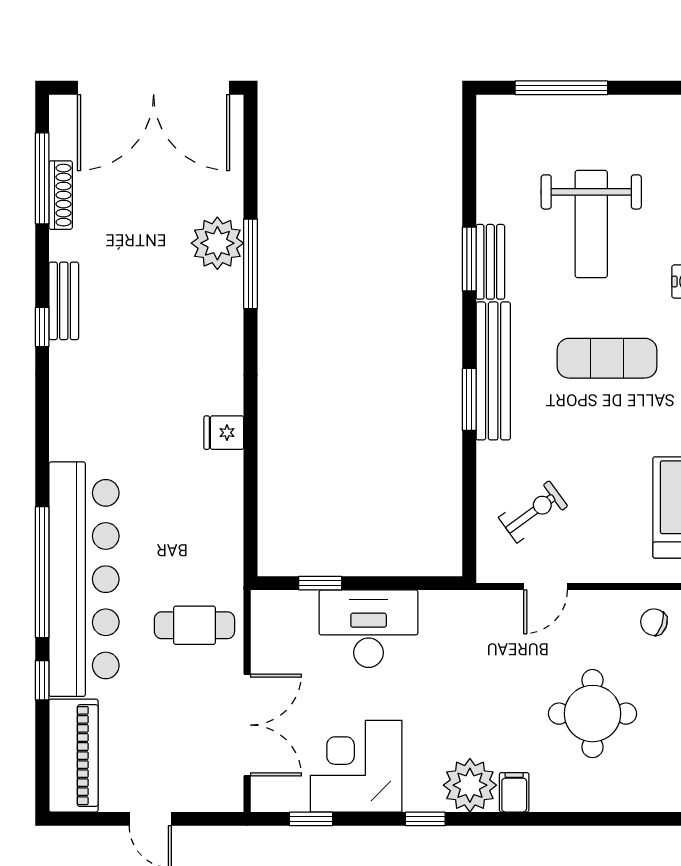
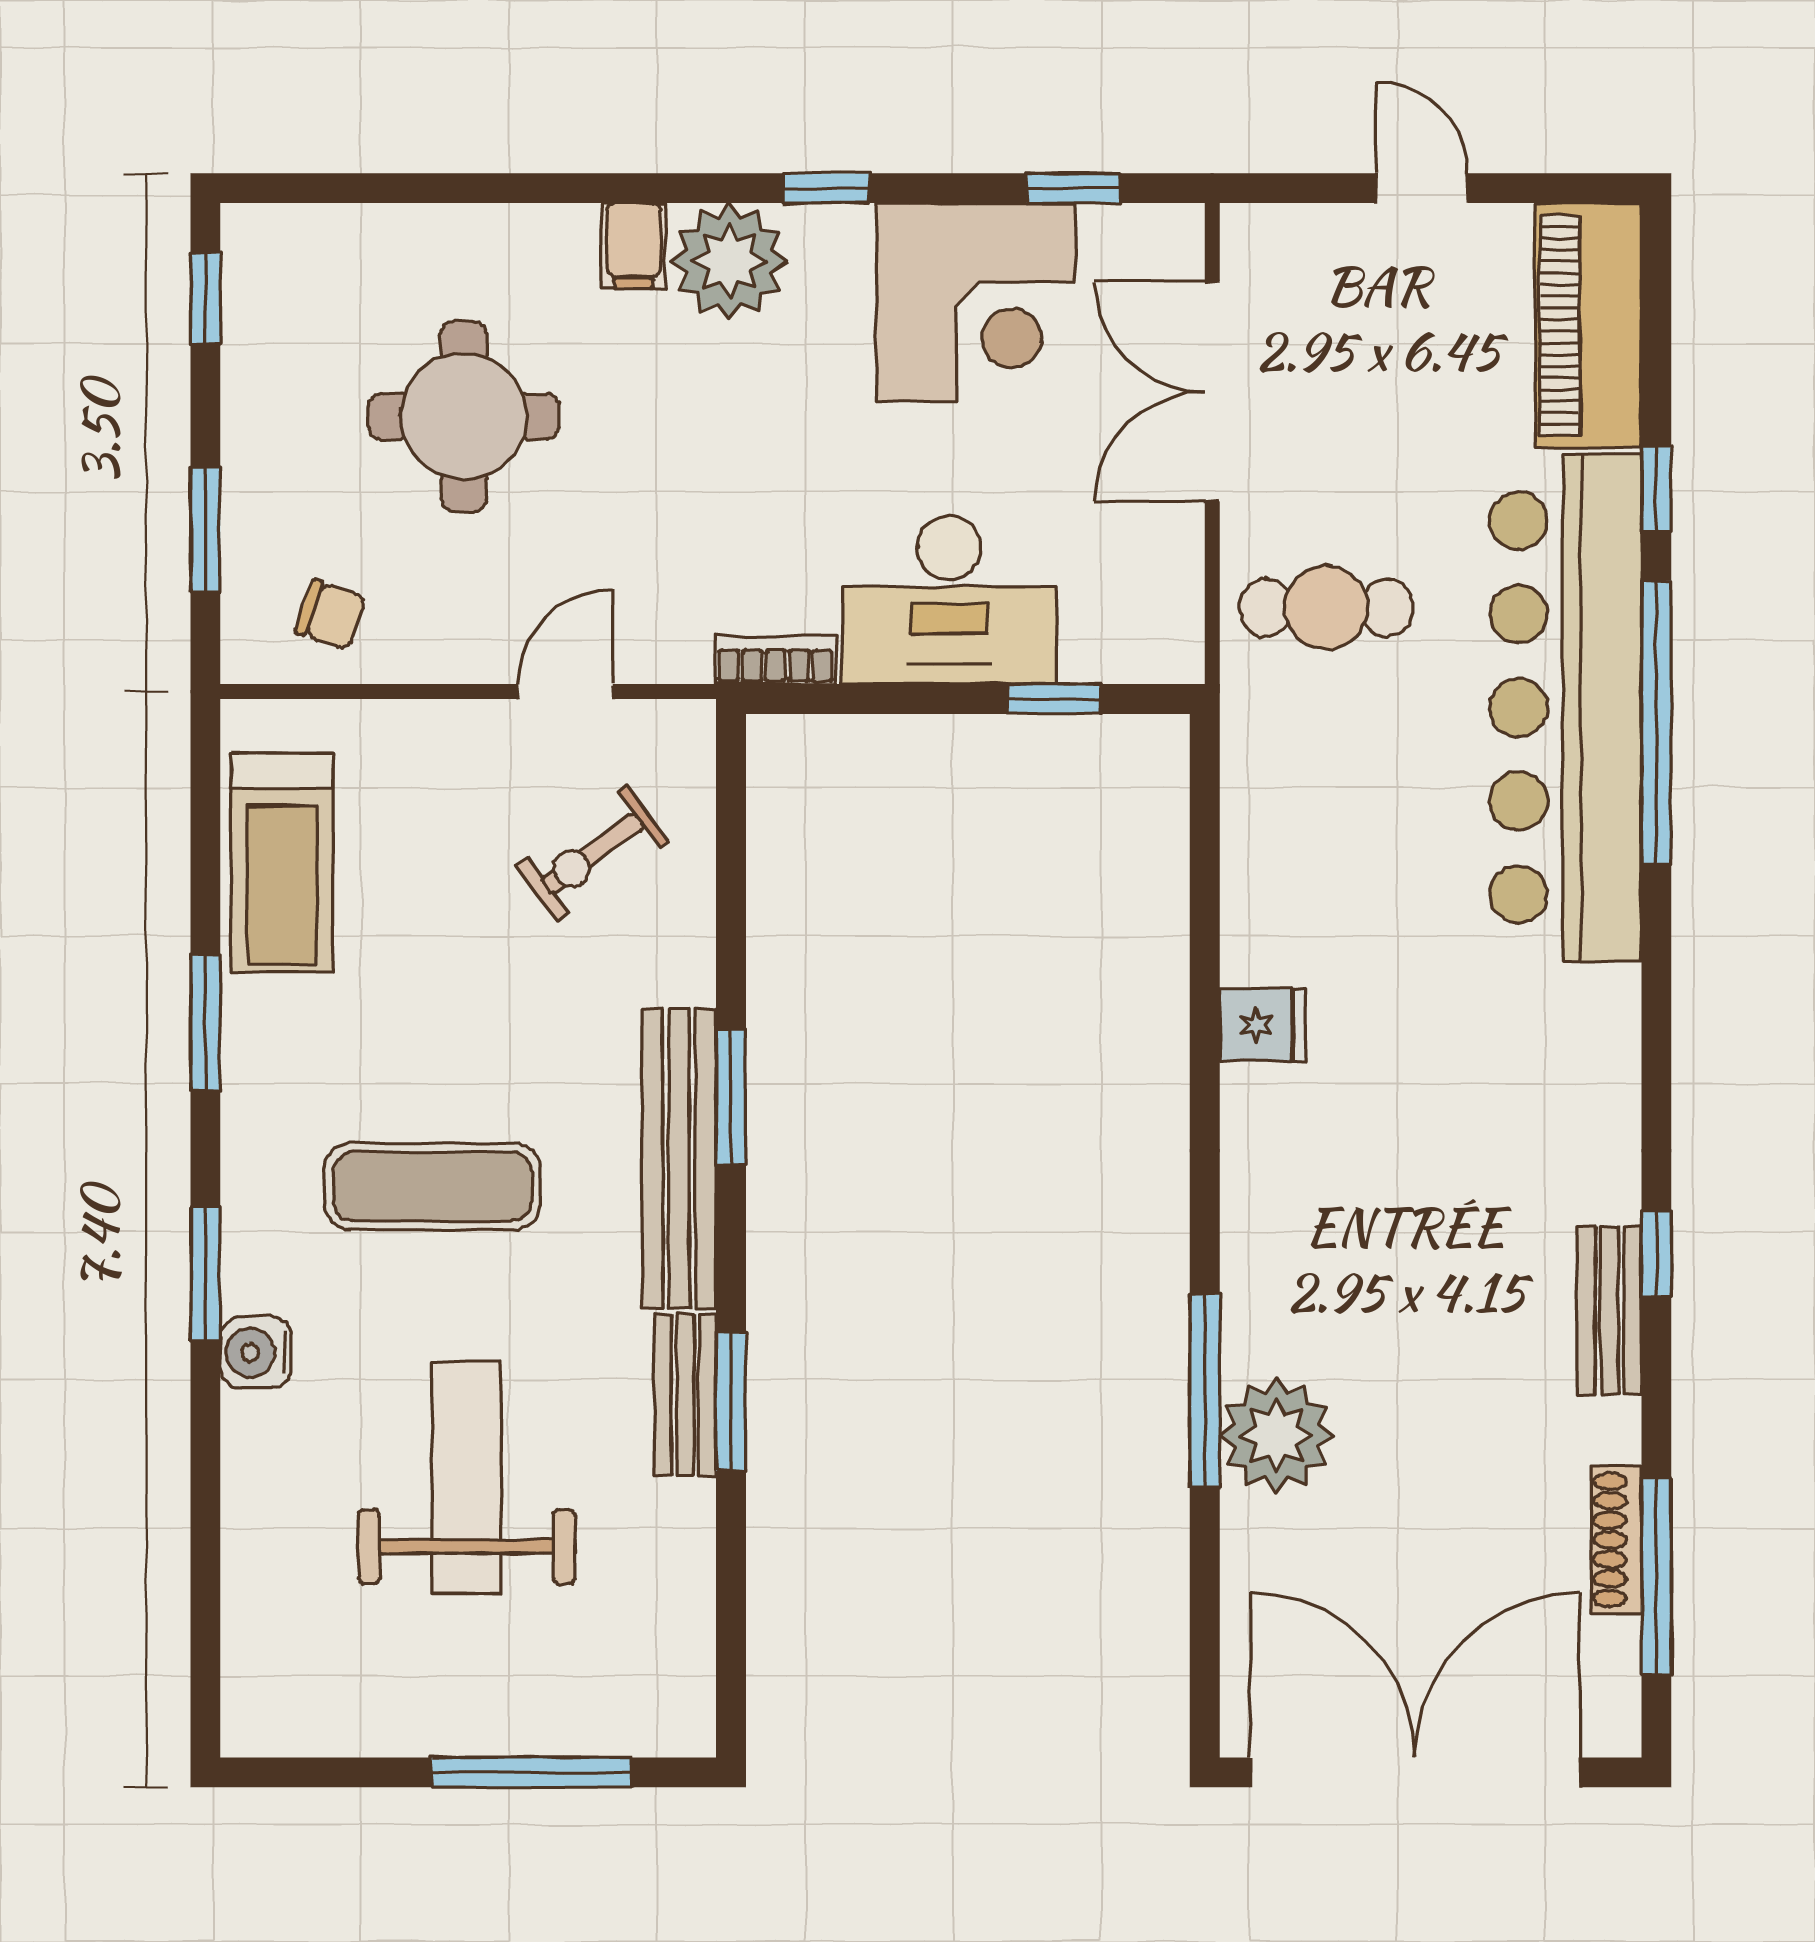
bookcase: (449, 601) -> (776, 660), added

